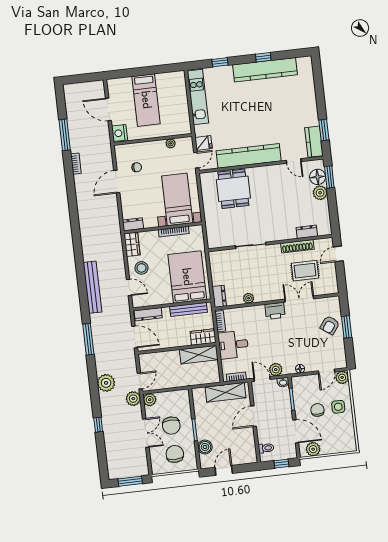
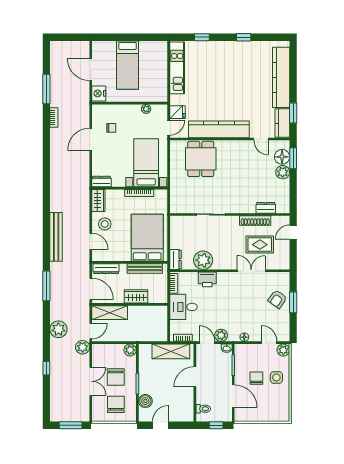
kitchen counter: (265, 70) -> (281, 77), moved, turned 90
plant: (249, 298) -> (203, 260), width x1.88, depth x1.88
printer: (275, 311) -> (207, 279), moved
wardrobe: (203, 337) -> (136, 296), moved
shelving: (199, 355) -> (110, 313), moved
door: (326, 371) -> (269, 343), swing flipped
plant: (150, 400) -> (130, 350), moved
plant: (313, 449) -> (248, 415), removed

